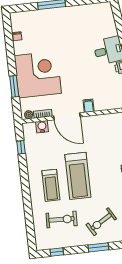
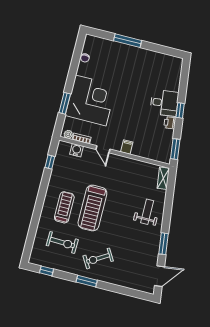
door: (67, 116) -> (103, 149), width x0.53
treadmill: (51, 185) -> (64, 207), turned 180

